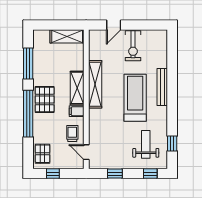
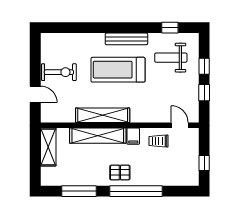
bench: (162, 87) -> (126, 39), moved
shelving: (77, 88) -> (98, 136), width x1.47
pallet: (45, 99) -> (120, 172), width x0.67, depth x0.71
door: (86, 152) -> (180, 125), swing flipped
pallet: (43, 154) -> (181, 175), removed
window: (150, 174) -> (204, 66), moved

